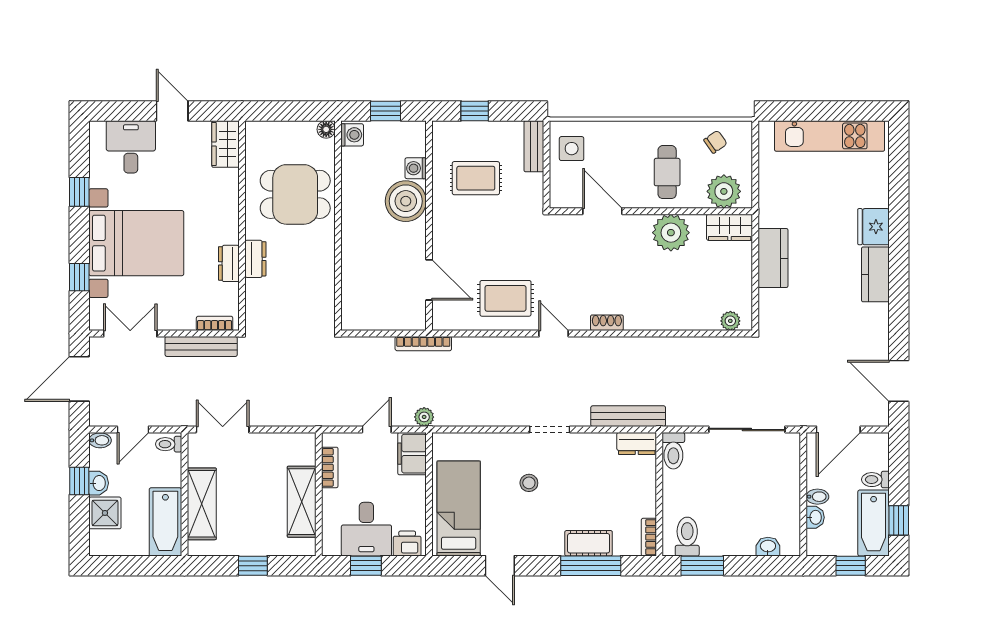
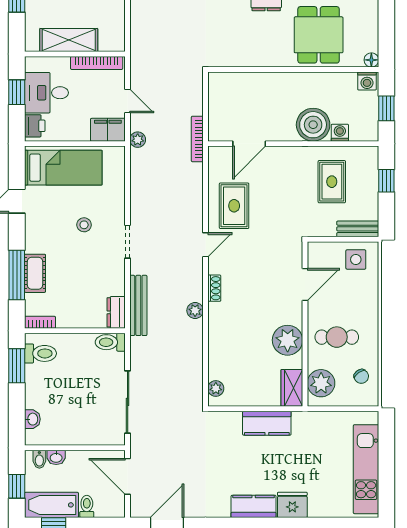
plant: (634, 346) -> (195, 311), added
bookcase: (330, 467) -> (97, 63), width x1.56
bidet: (817, 497) -> (39, 459), moved

